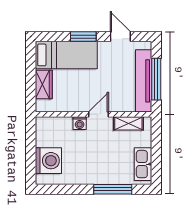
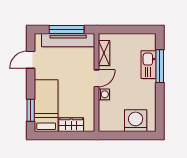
window: (83, 37) -> (31, 110), moved
door: (99, 114) -> (96, 78), swing flipped
kitchen sink: (143, 164) -> (149, 65), moved, turned 90

